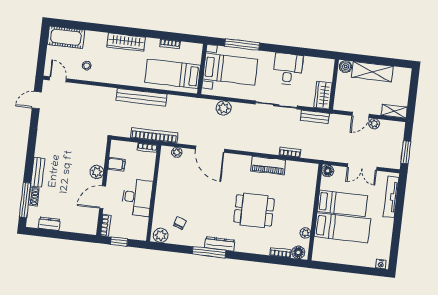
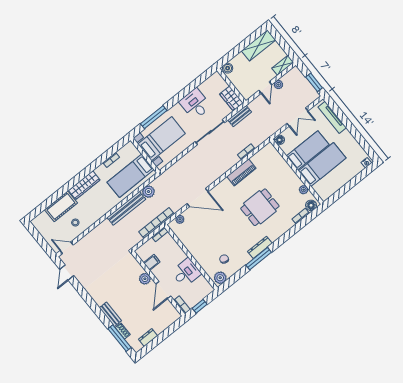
cot: (66, 37) -> (61, 206), moved
shelving: (372, 72) -> (259, 45), moved
plant: (224, 108) -> (148, 192), moved
desk: (137, 197) -> (186, 273), width x0.73

